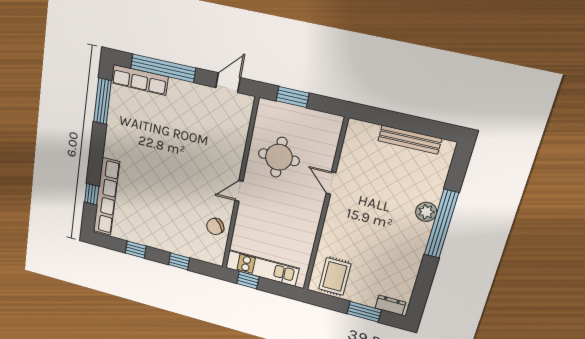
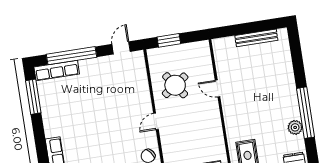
round table: (279, 157) -> (175, 85), turned -35
plant: (426, 212) -> (295, 127), moved
window: (441, 224) -> (305, 113), moved

